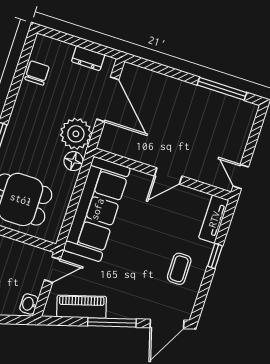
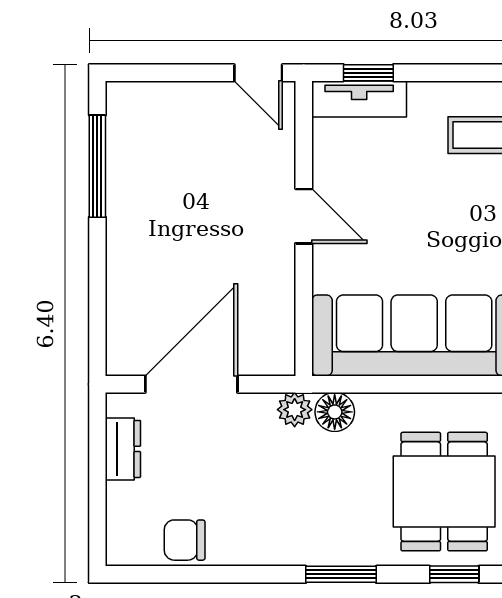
plant: (76, 134) -> (295, 410), width x0.53, depth x0.53
door: (241, 177) -> (258, 73), hinge flipped
window: (215, 256) -> (368, 73), moved

